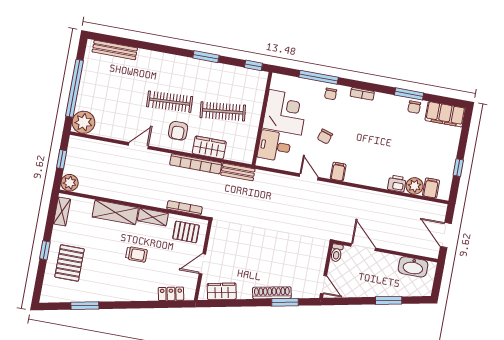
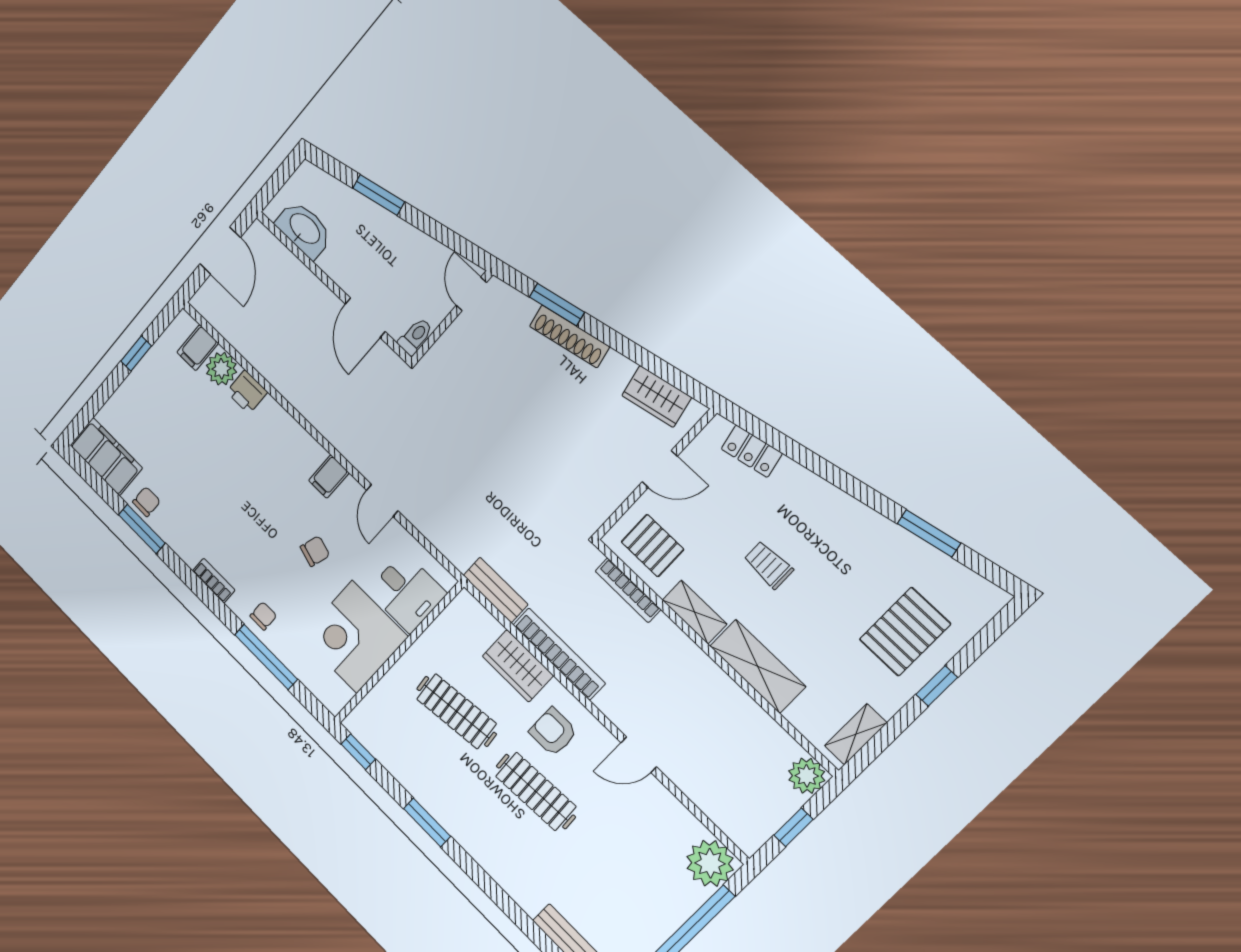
armchair: (178, 131) -> (553, 732), turned -90

